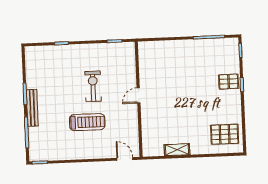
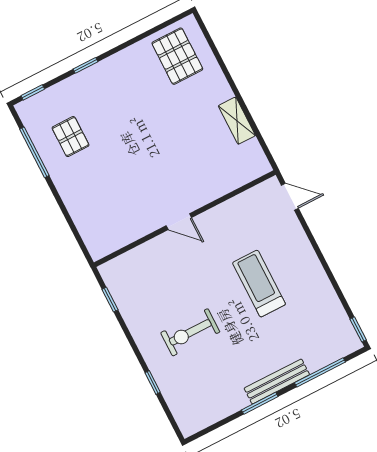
pallet: (229, 82) -> (71, 137), moved
exercise bike: (93, 86) -> (190, 332), moved
door: (125, 159) -> (290, 197), swing flipped

